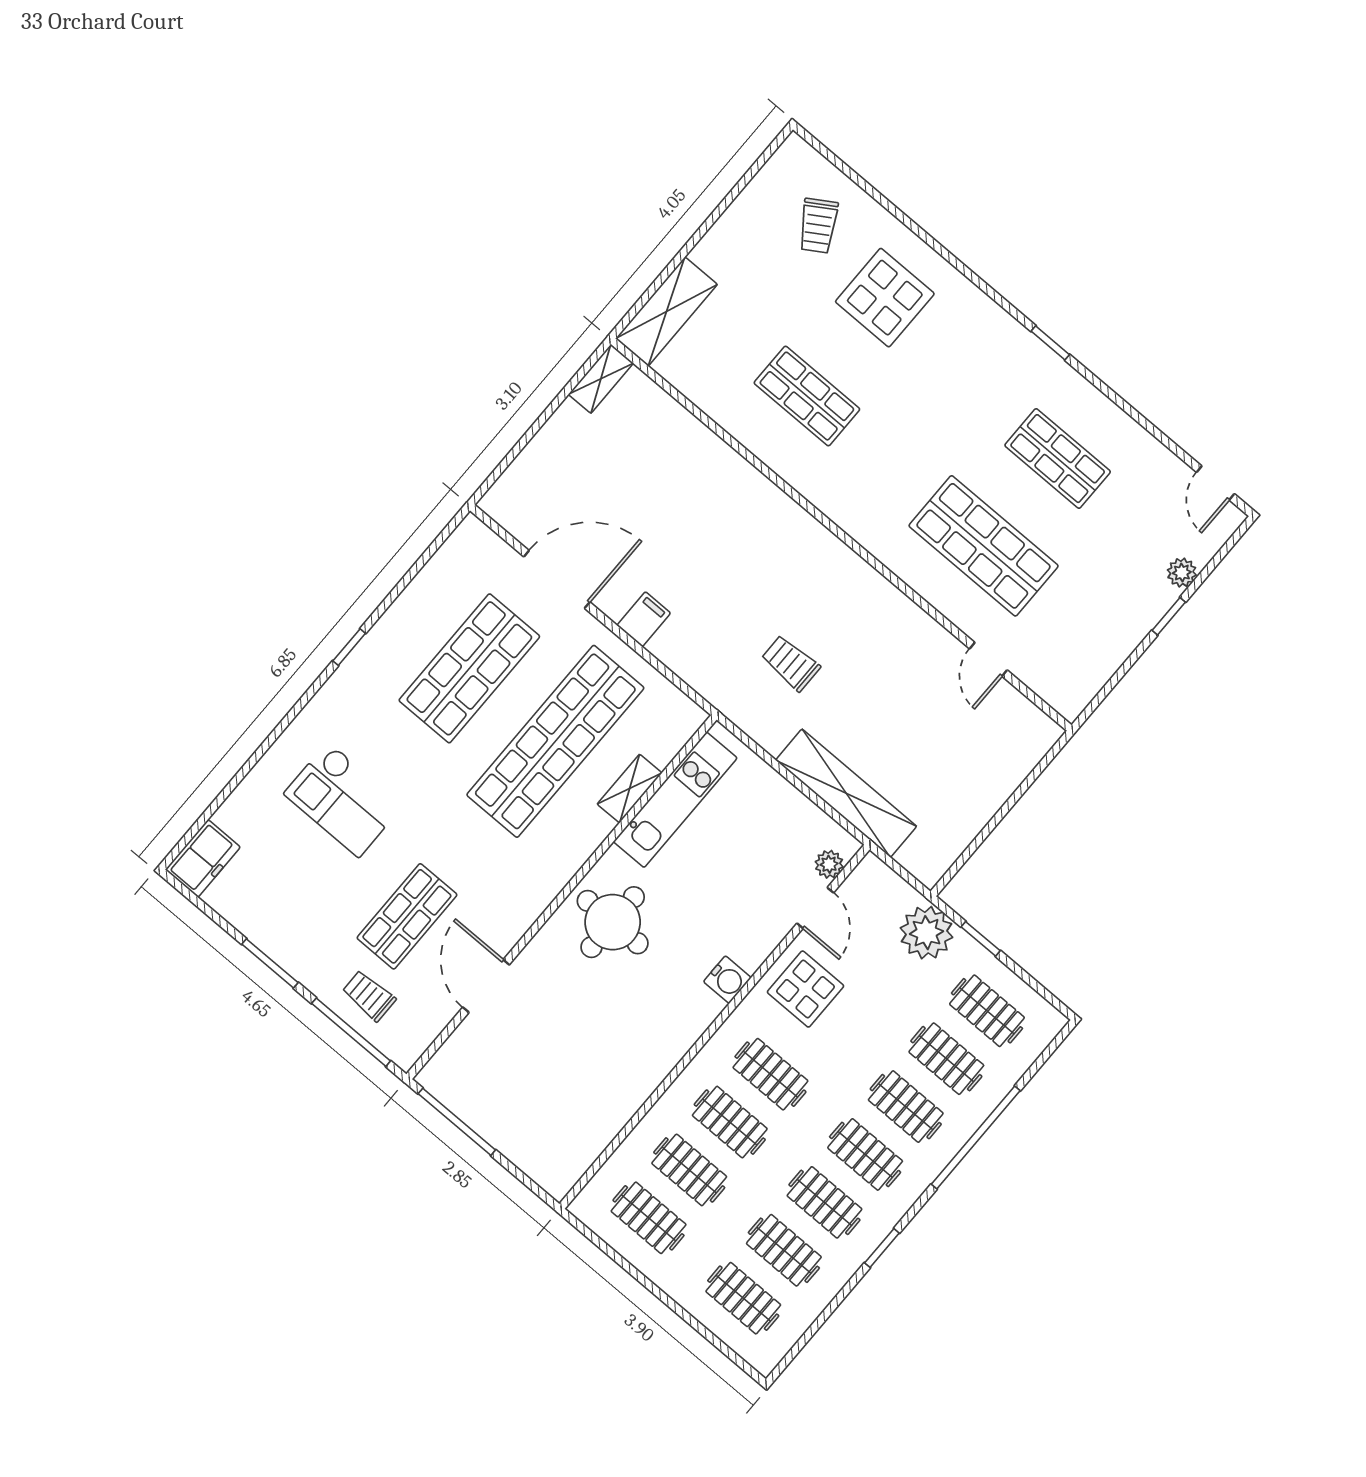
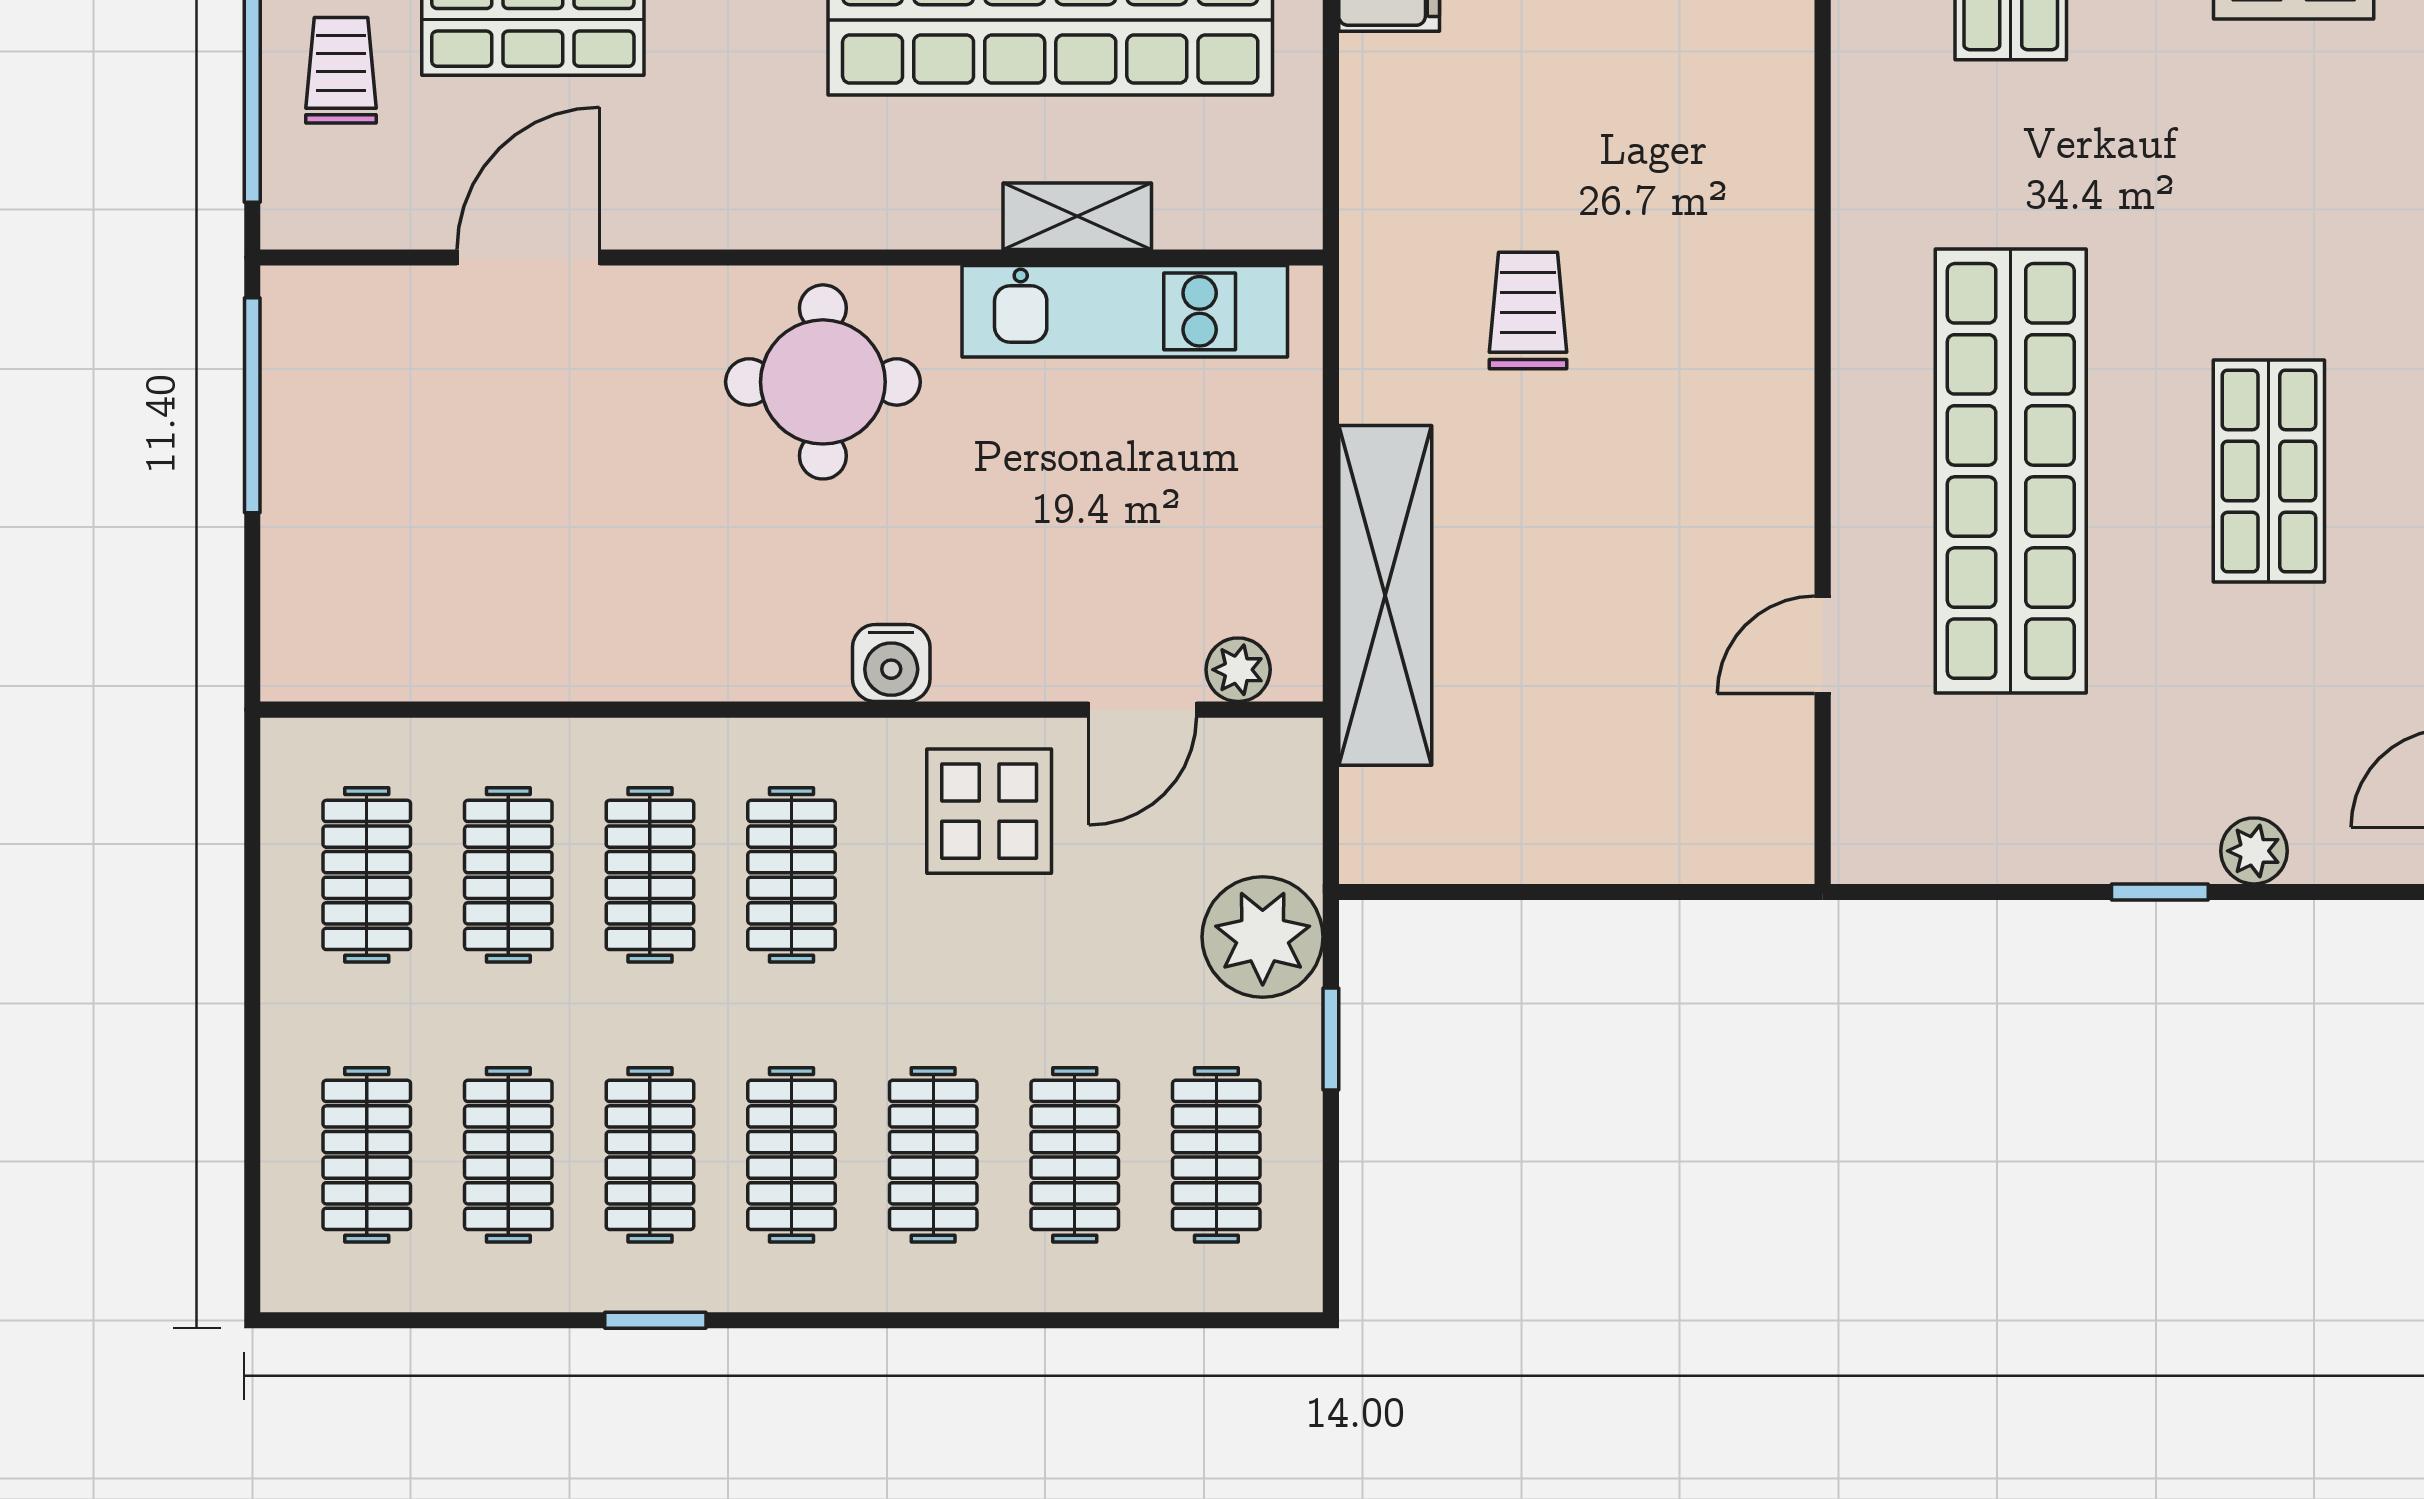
shop shelf: (984, 546) -> (2011, 471), width x1.40
window: (976, 1137) -> (982, 1320), removed

